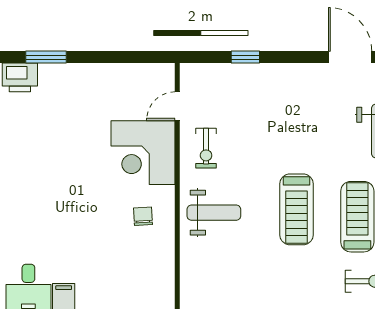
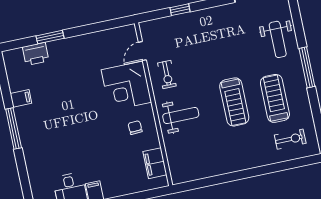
filing cabinet: (161, 275) -> (155, 163), added

